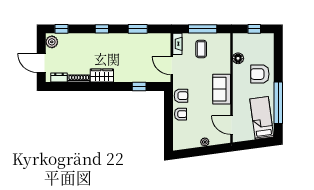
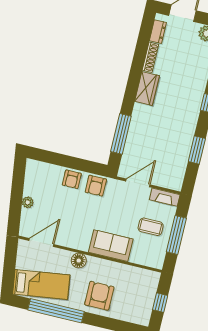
floor lamp: (238, 58) -> (79, 261), moved
window: (139, 86) -> (121, 134), width x2.17
sofa: (222, 89) -> (111, 246), moved

